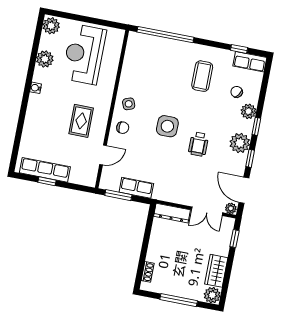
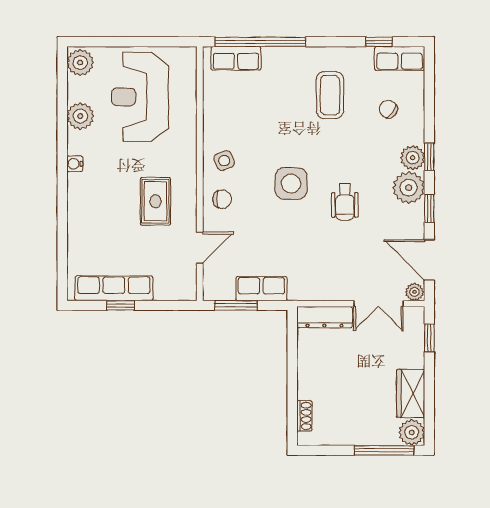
row of seats: (148, 42) -> (236, 58), added
plant: (248, 111) -> (413, 158), moved
window: (179, 300) -> (384, 450), moved

